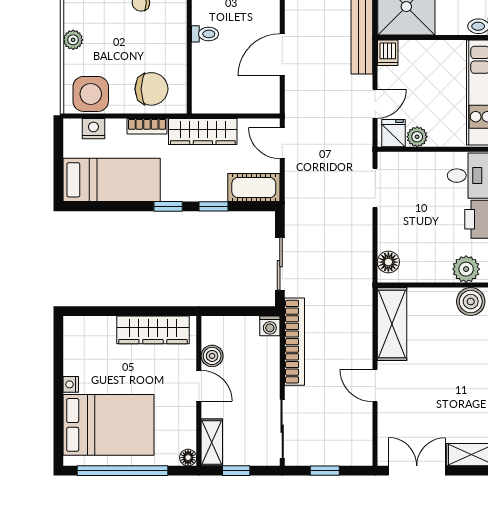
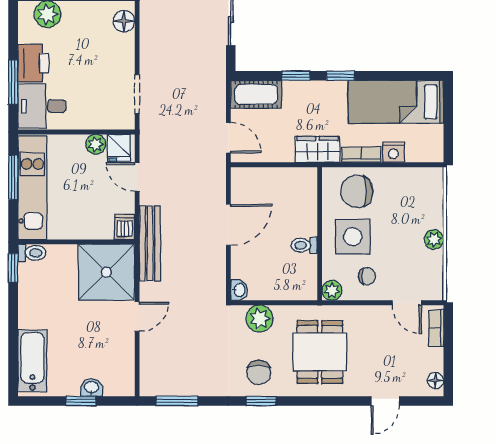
side table: (91, 94) -> (353, 237), moved
door: (375, 104) -> (137, 177), hinge flipped
nightstand: (93, 129) -> (393, 152), moved
wardrobe: (203, 132) -> (318, 149), width x0.67

